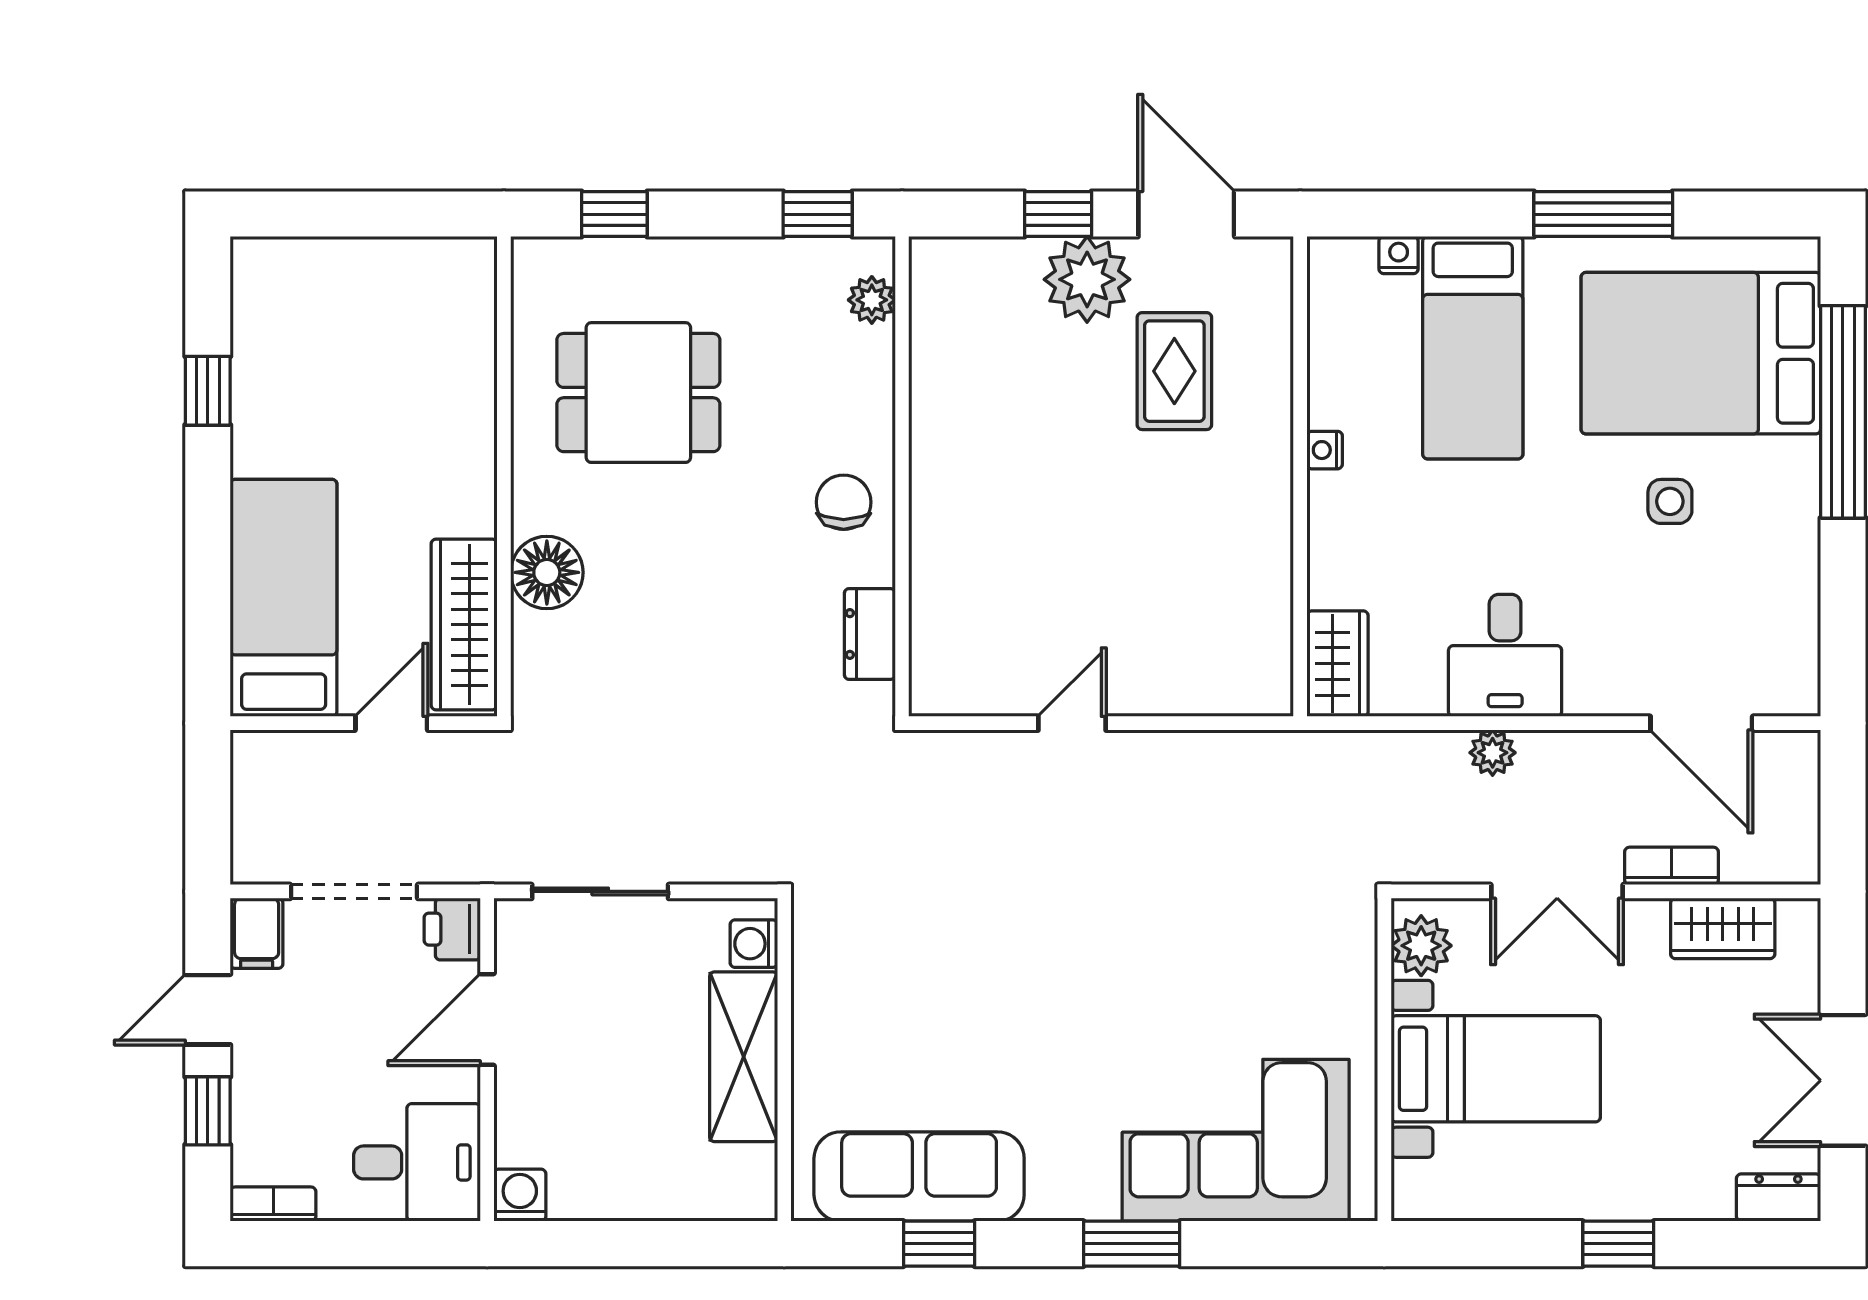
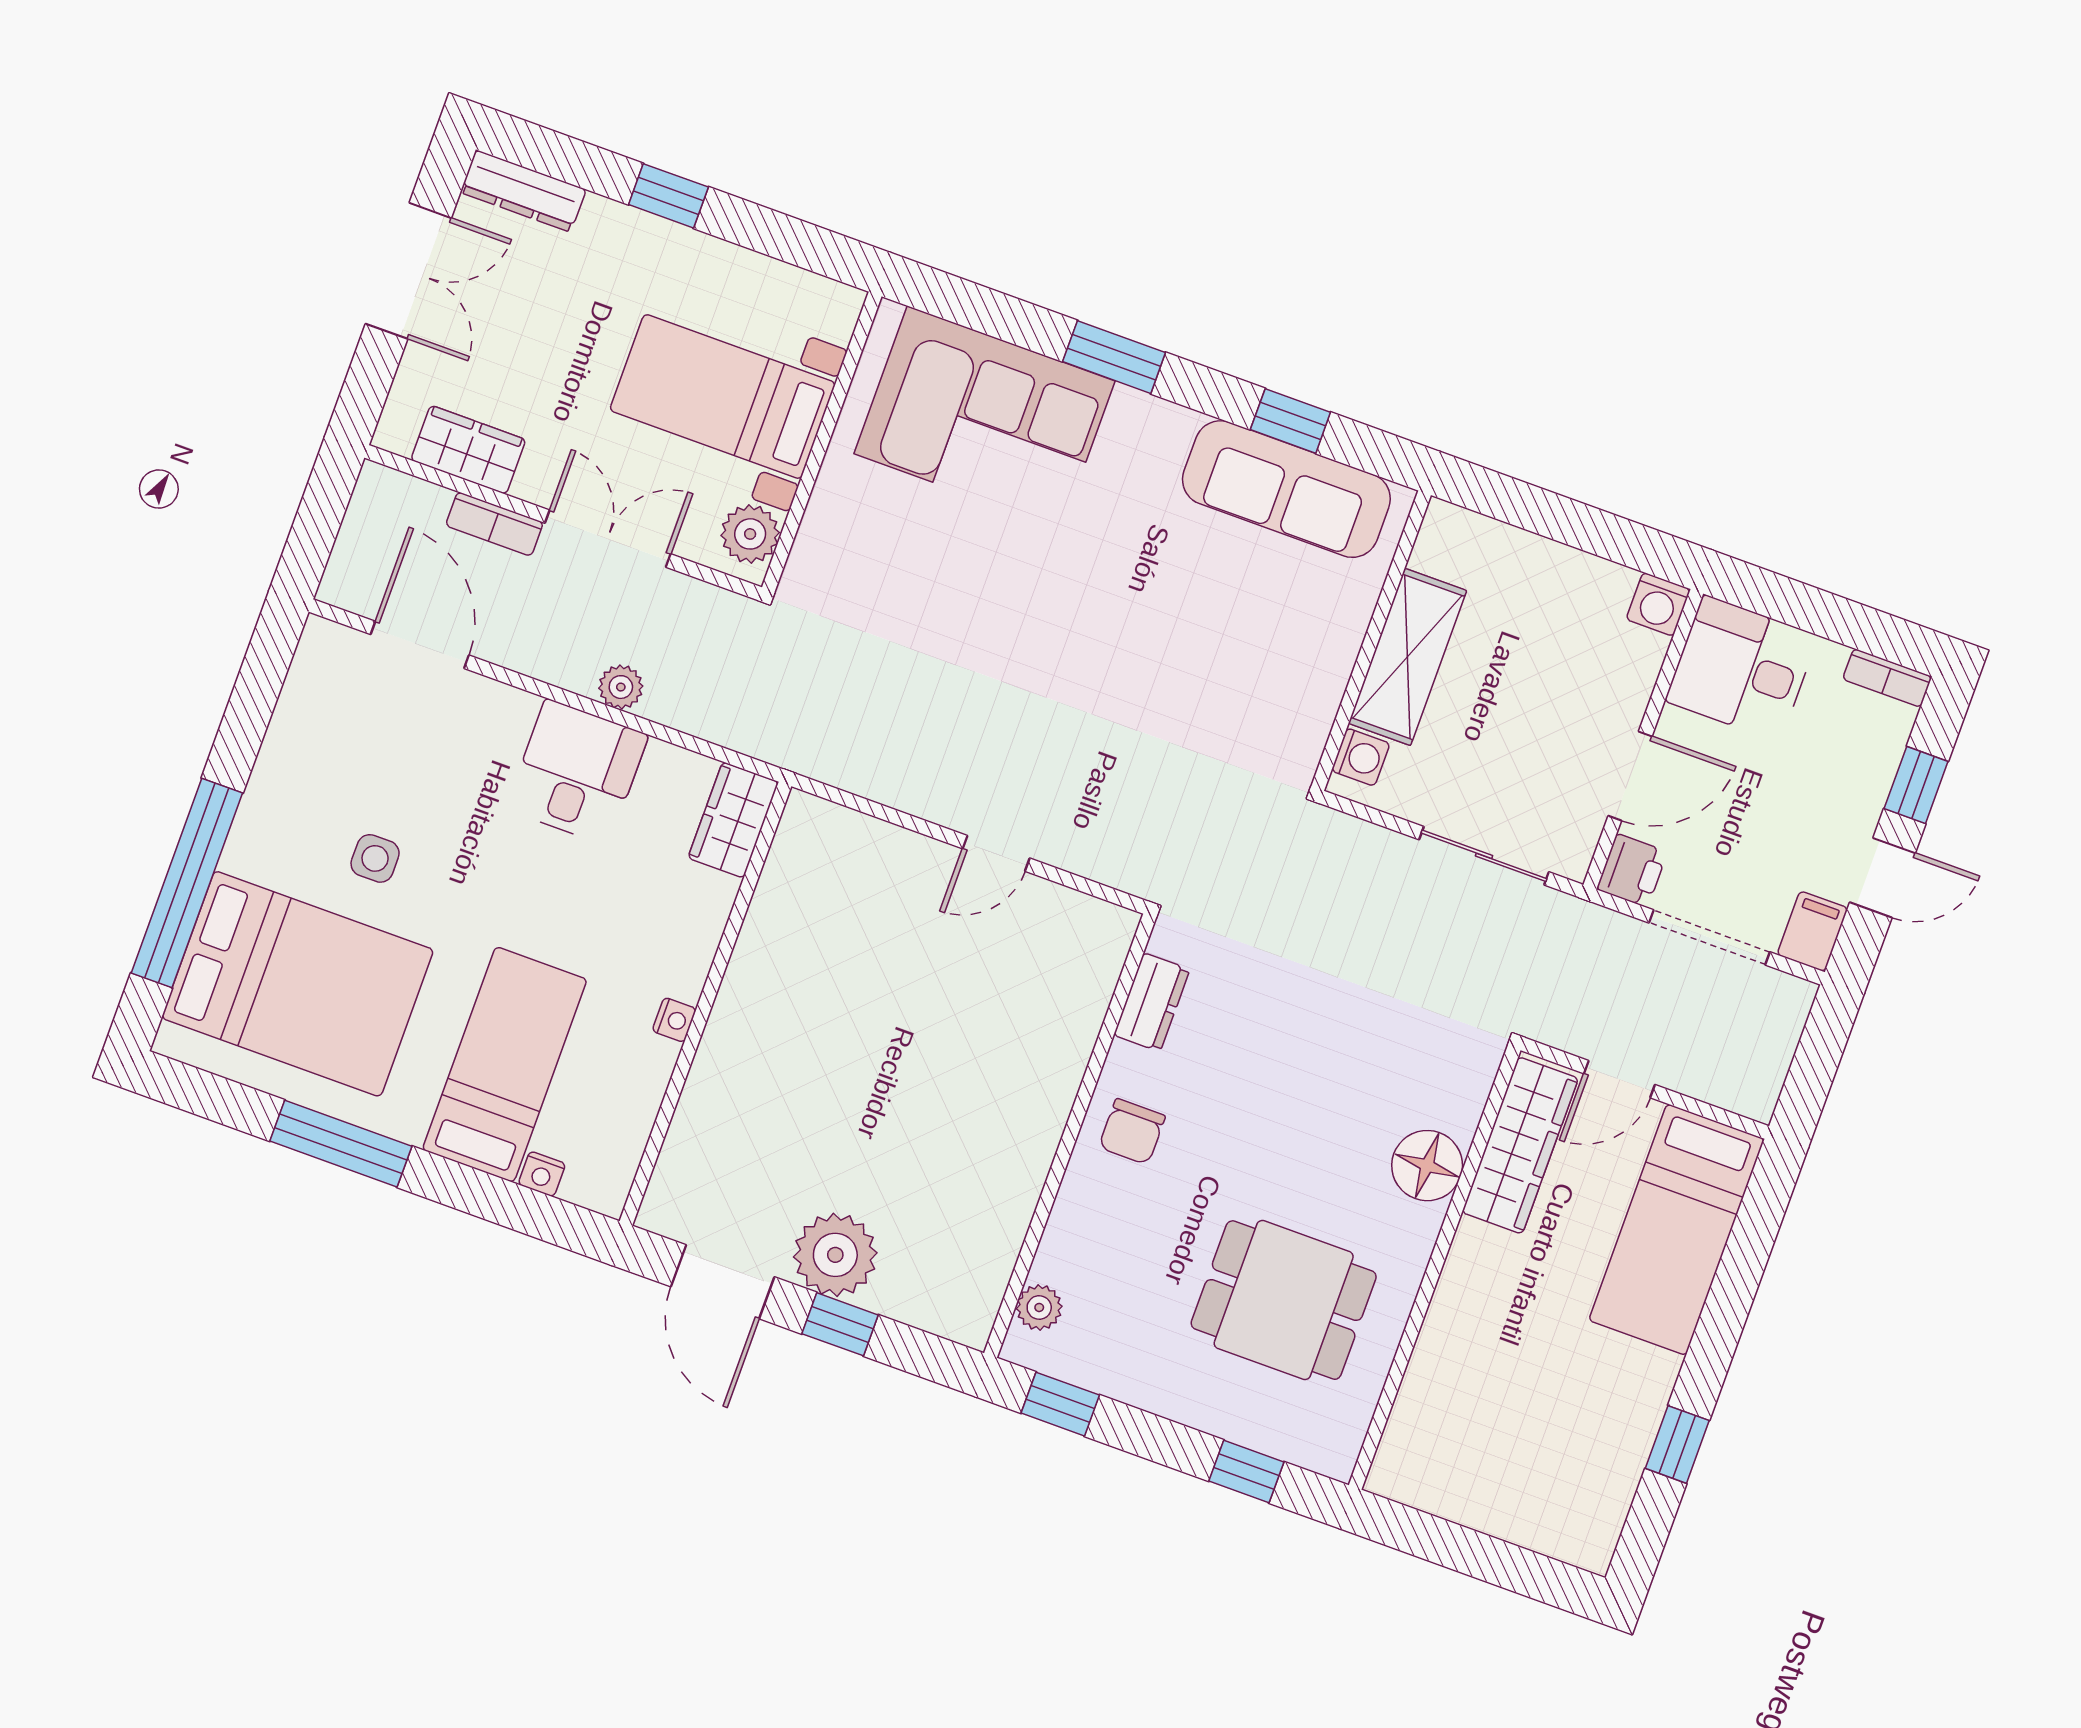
rug: (1174, 371) -> (786, 1142), removed
dresser: (1778, 1198) -> (523, 191), width x1.44

